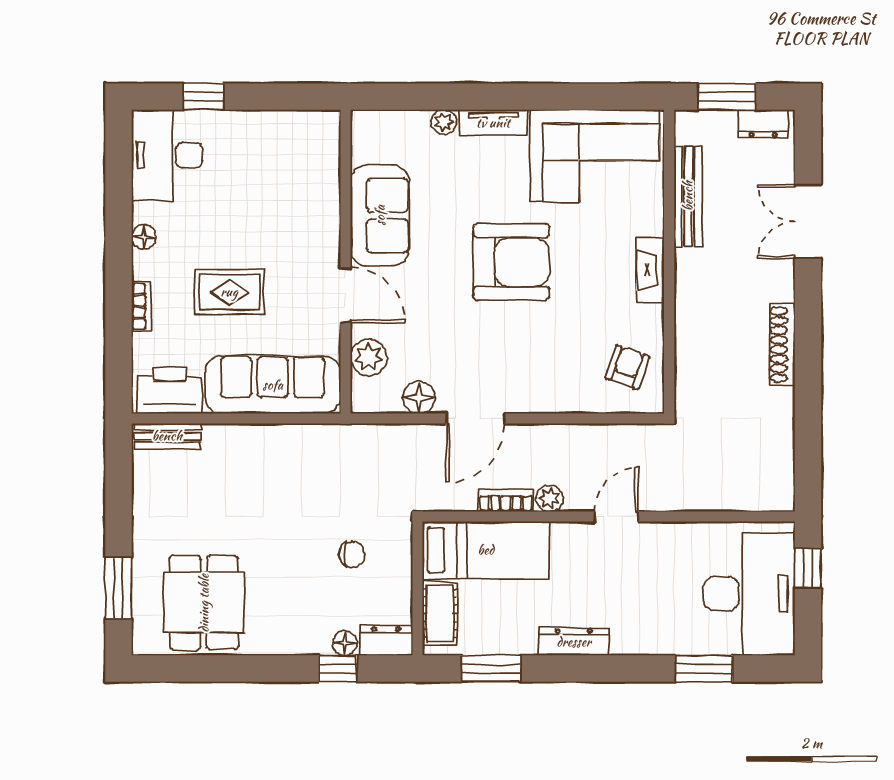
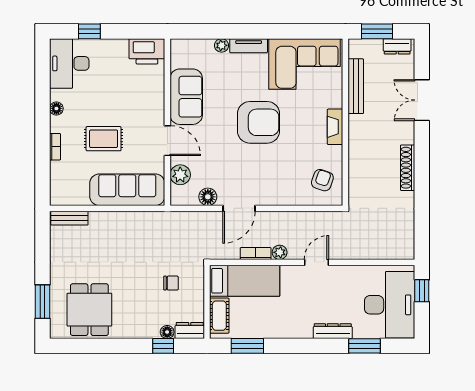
printer: (170, 390) -> (147, 51), moved, turned 180
dresser: (574, 642) -> (333, 331), moved

